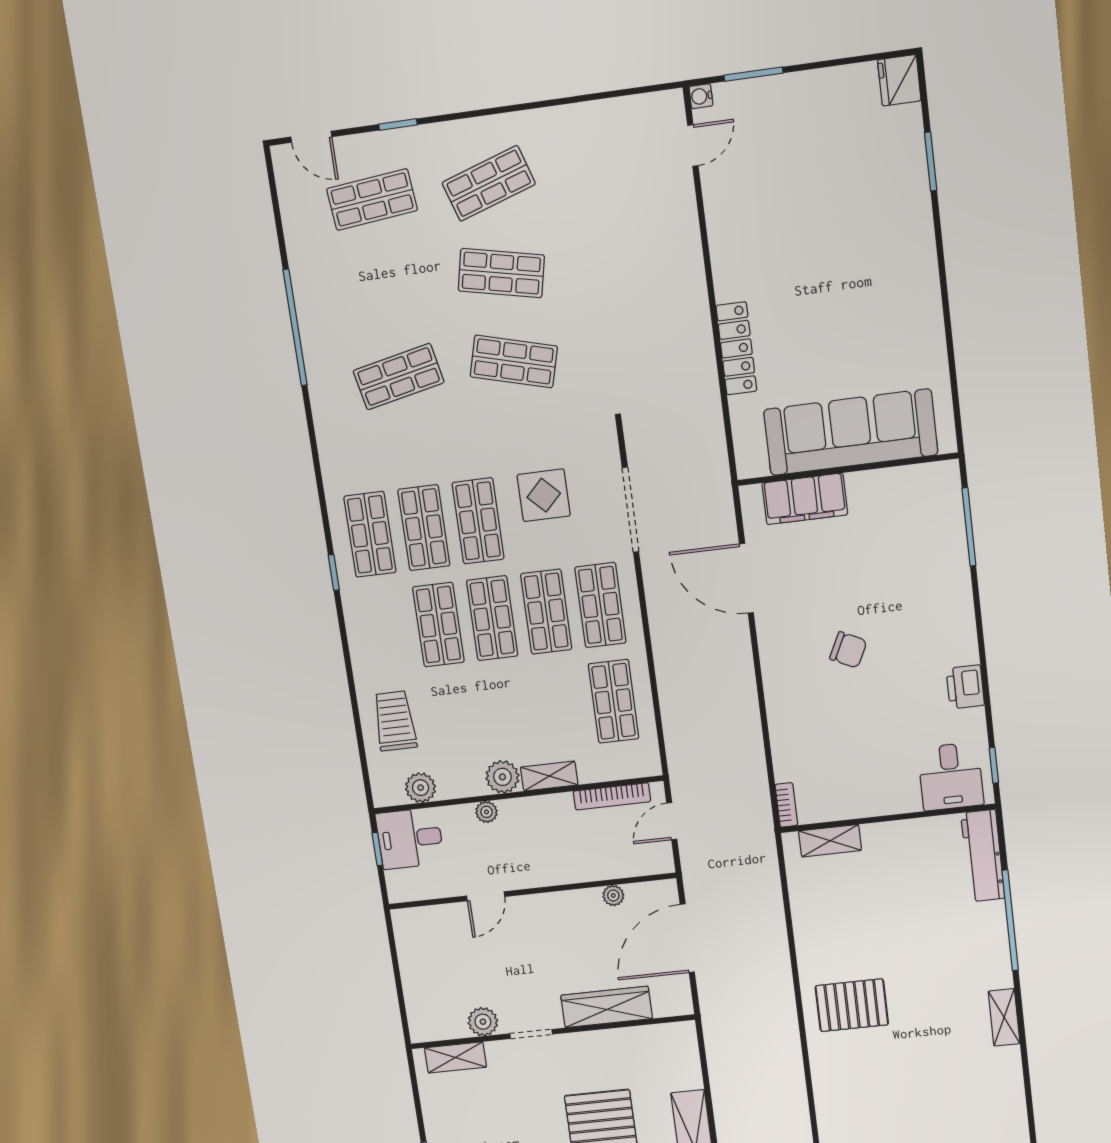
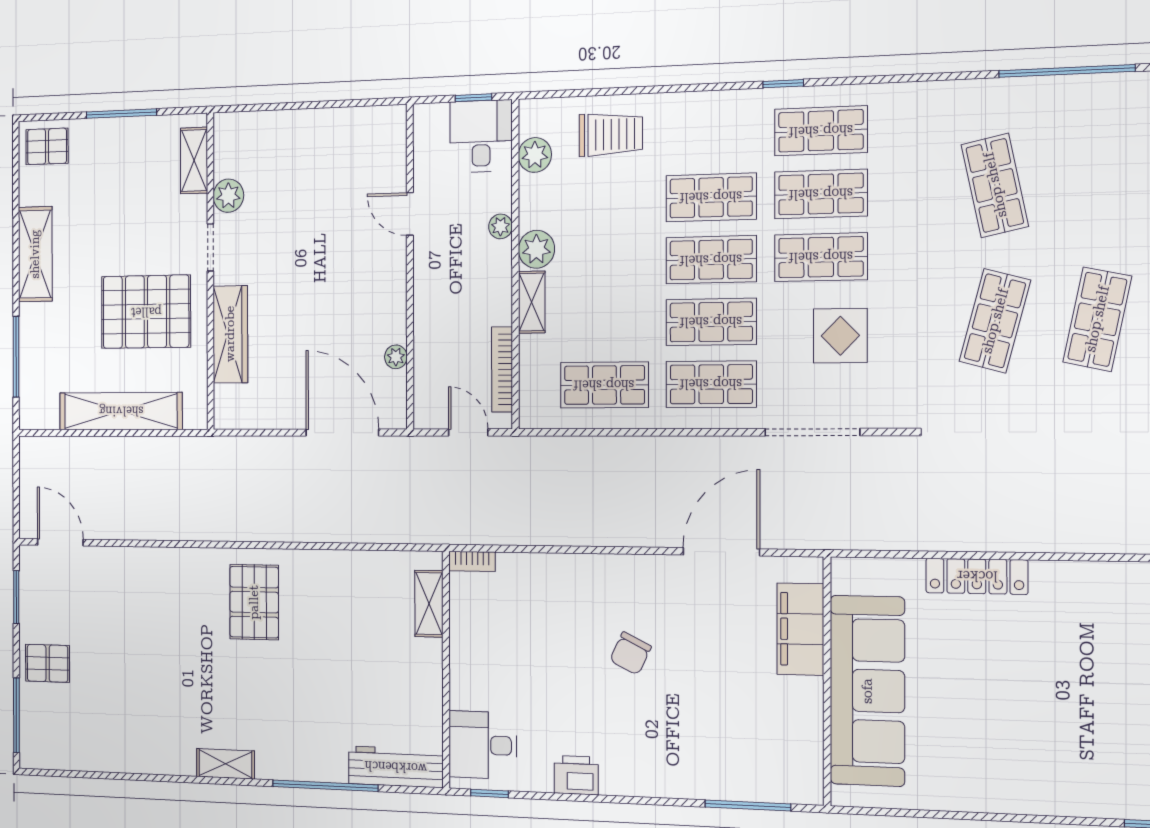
wardrobe: (607, 1007) -> (230, 334), moved
plant: (483, 1022) -> (228, 196), moved
wall: (552, 1032) -> (210, 271), moved
doorway: (531, 1034) -> (210, 247), moved
shelving: (455, 1057) -> (194, 160), moved

